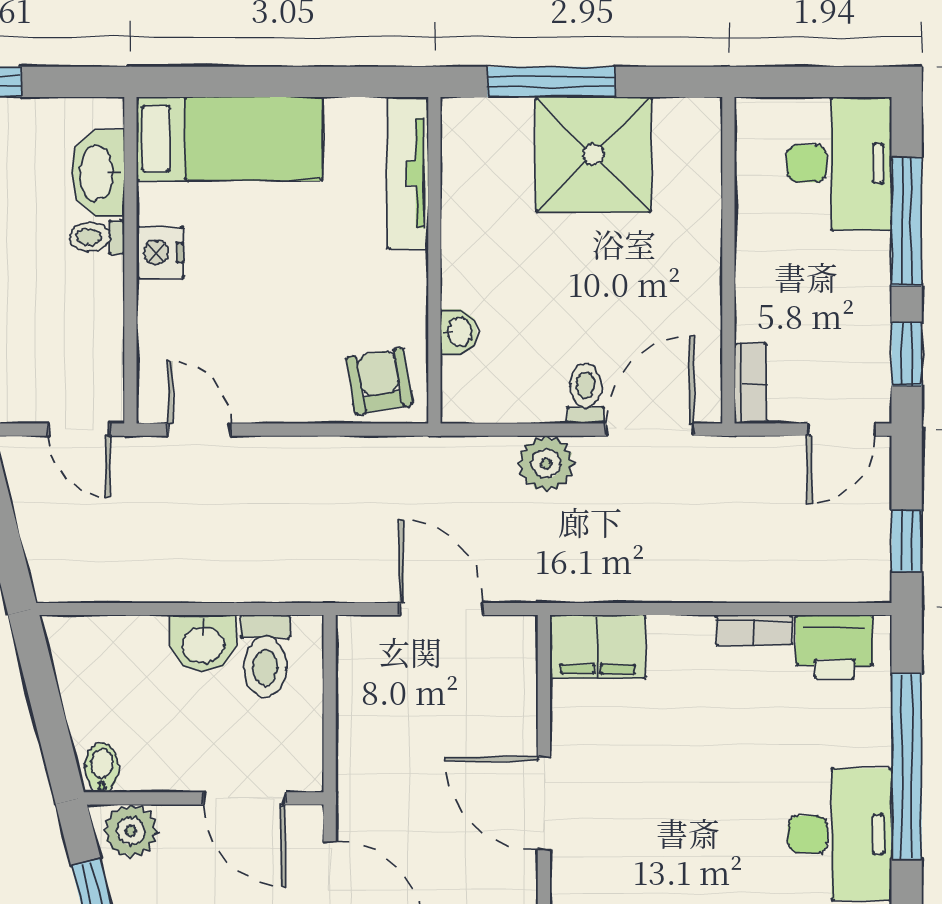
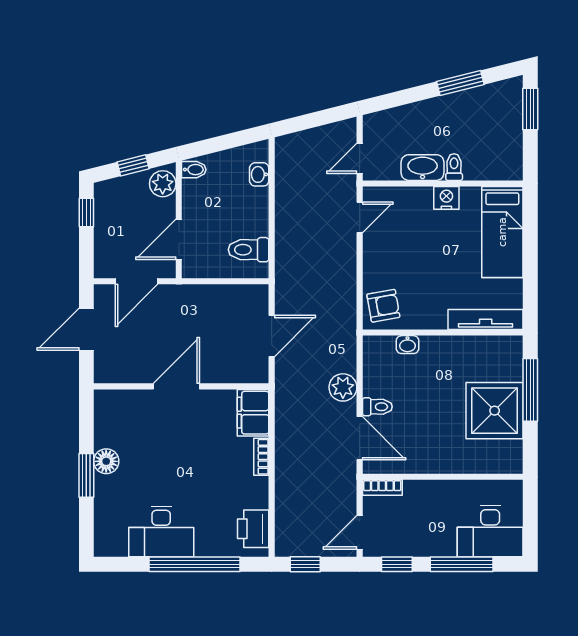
washbasin: (98, 173) -> (423, 168), moved
door: (842, 430) -> (360, 532), hinge flipped
bookcase: (754, 630) -> (261, 457), moved
washbasin: (203, 643) -> (259, 174), moved, width x0.72, depth x0.69

